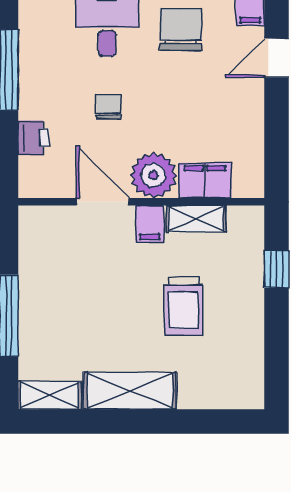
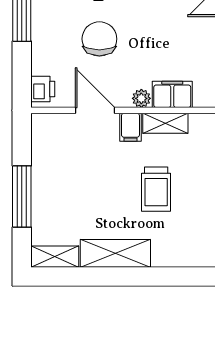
chair: (109, 107) -> (99, 39), width x1.87, depth x1.87
printer: (34, 138) -> (43, 89), moved
plant: (153, 175) -> (141, 98), width x0.53, depth x0.53

